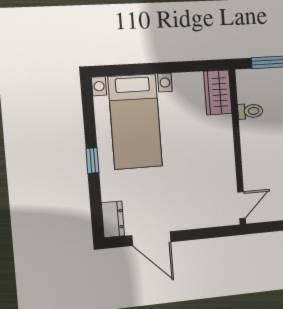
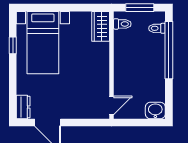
toilet: (250, 111) -> (122, 24), moved
window: (92, 161) -> (13, 45), moved

